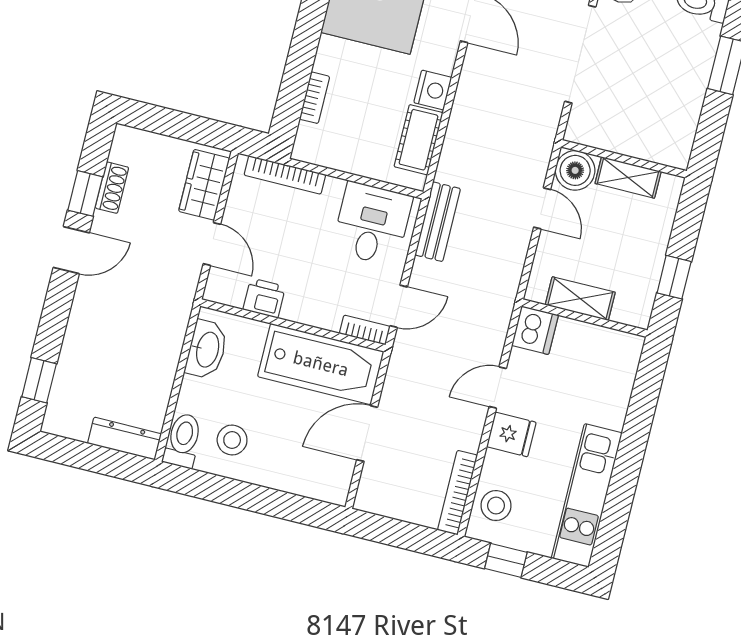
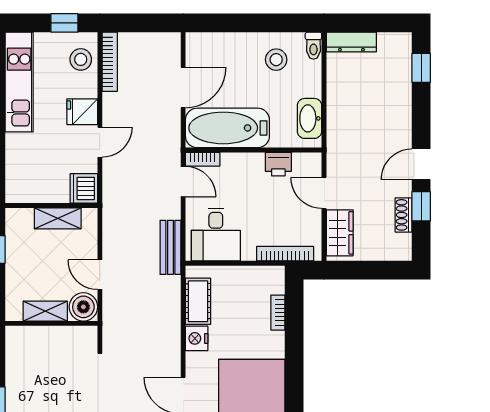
door: (399, 306) -> (183, 182), swing flipped
toilet: (183, 440) -> (313, 46), width x0.73, depth x0.72

